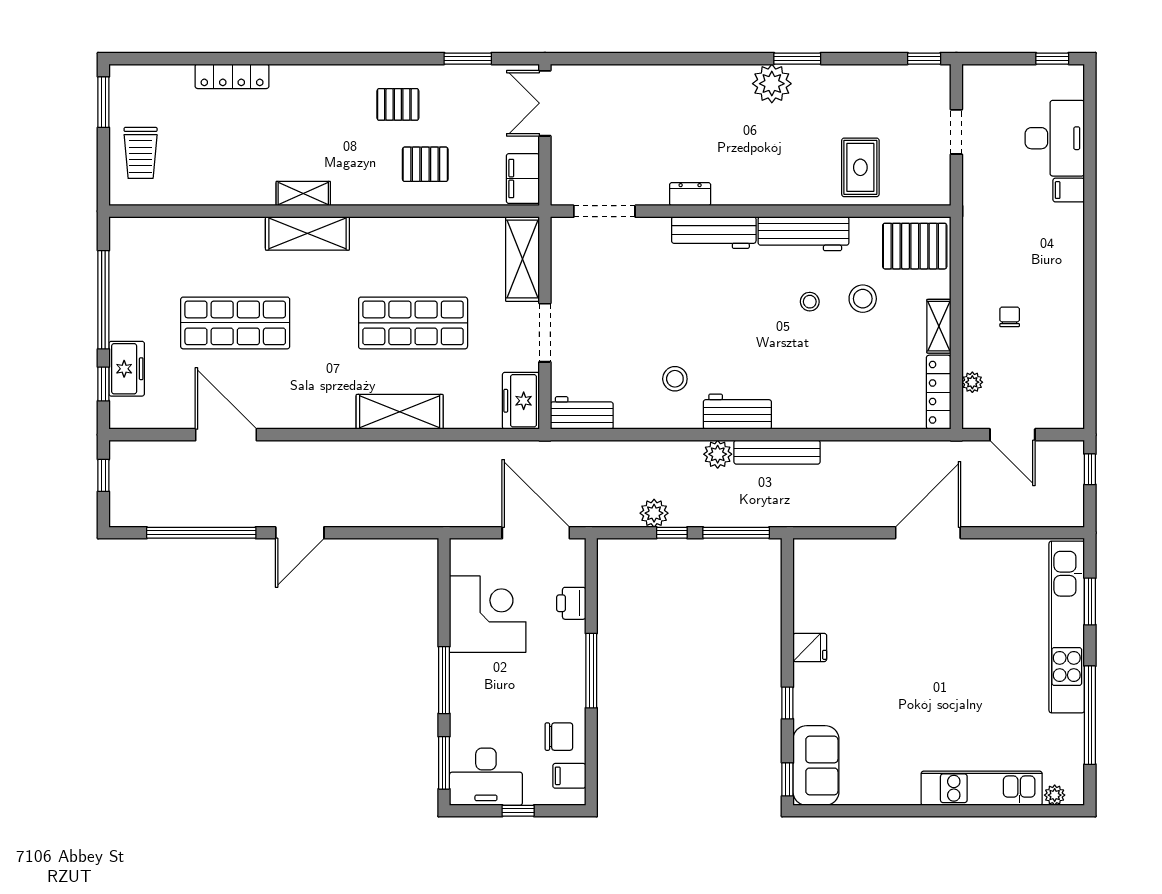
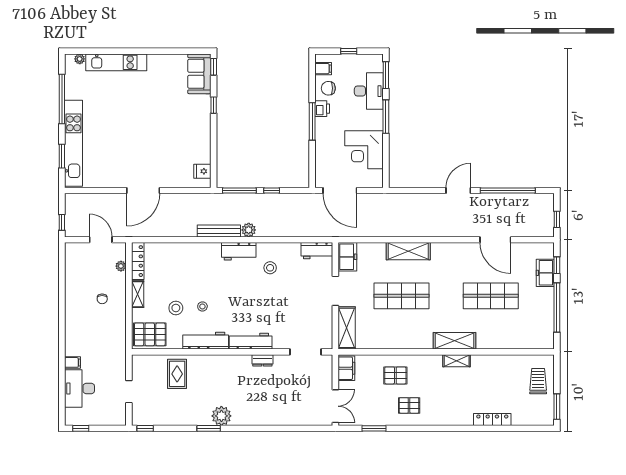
plant: (654, 513) -> (281, 200), removed
printer: (571, 603) -> (322, 109), moved
fridge: (810, 647) -> (202, 171), moved
desk: (486, 777) -> (369, 91), moved, turned 90

